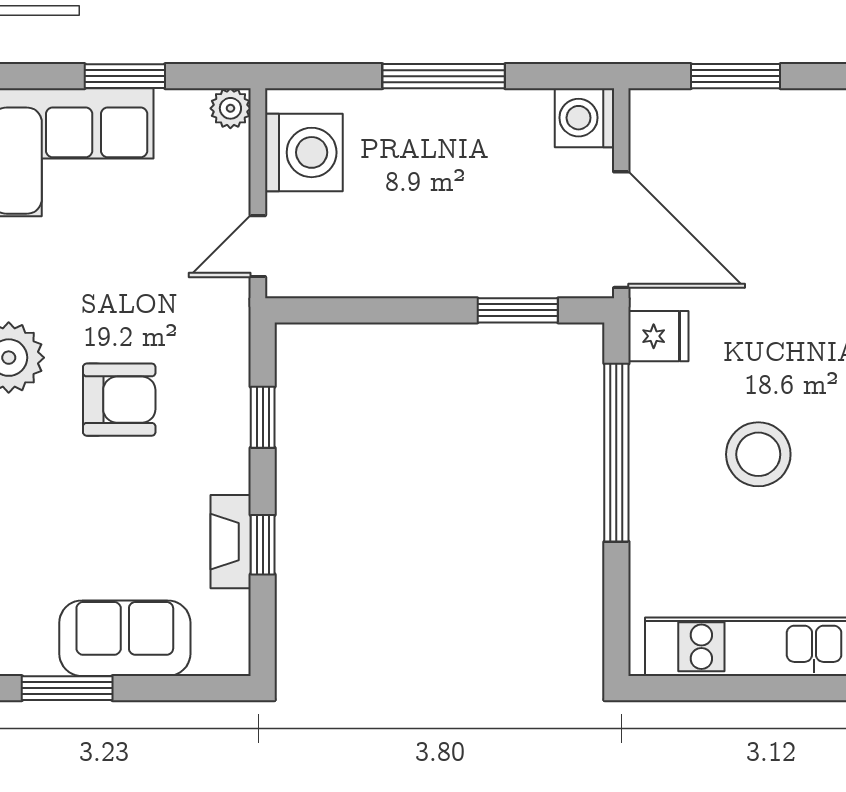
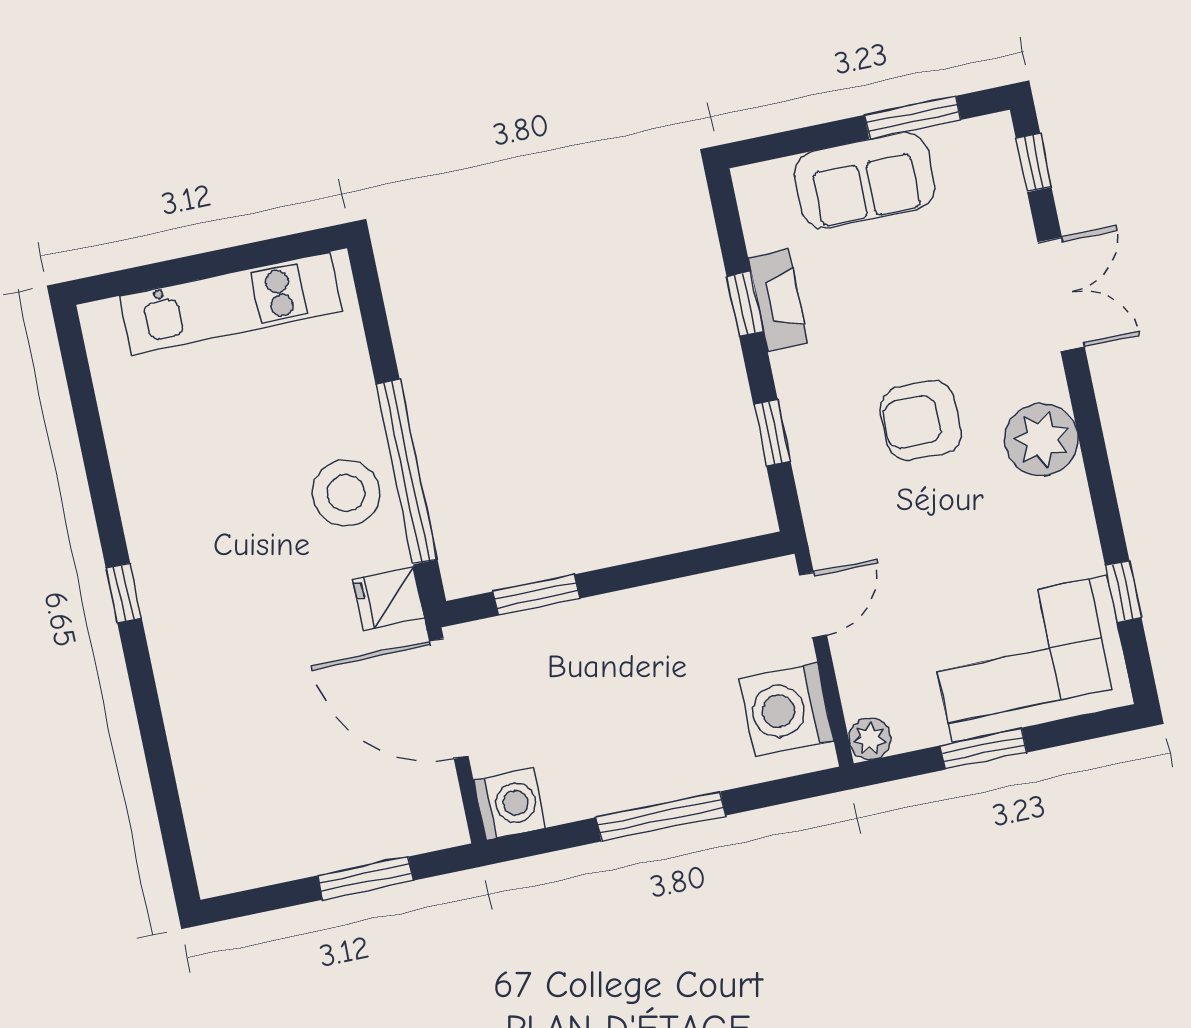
stool: (758, 454) -> (346, 493), moved

